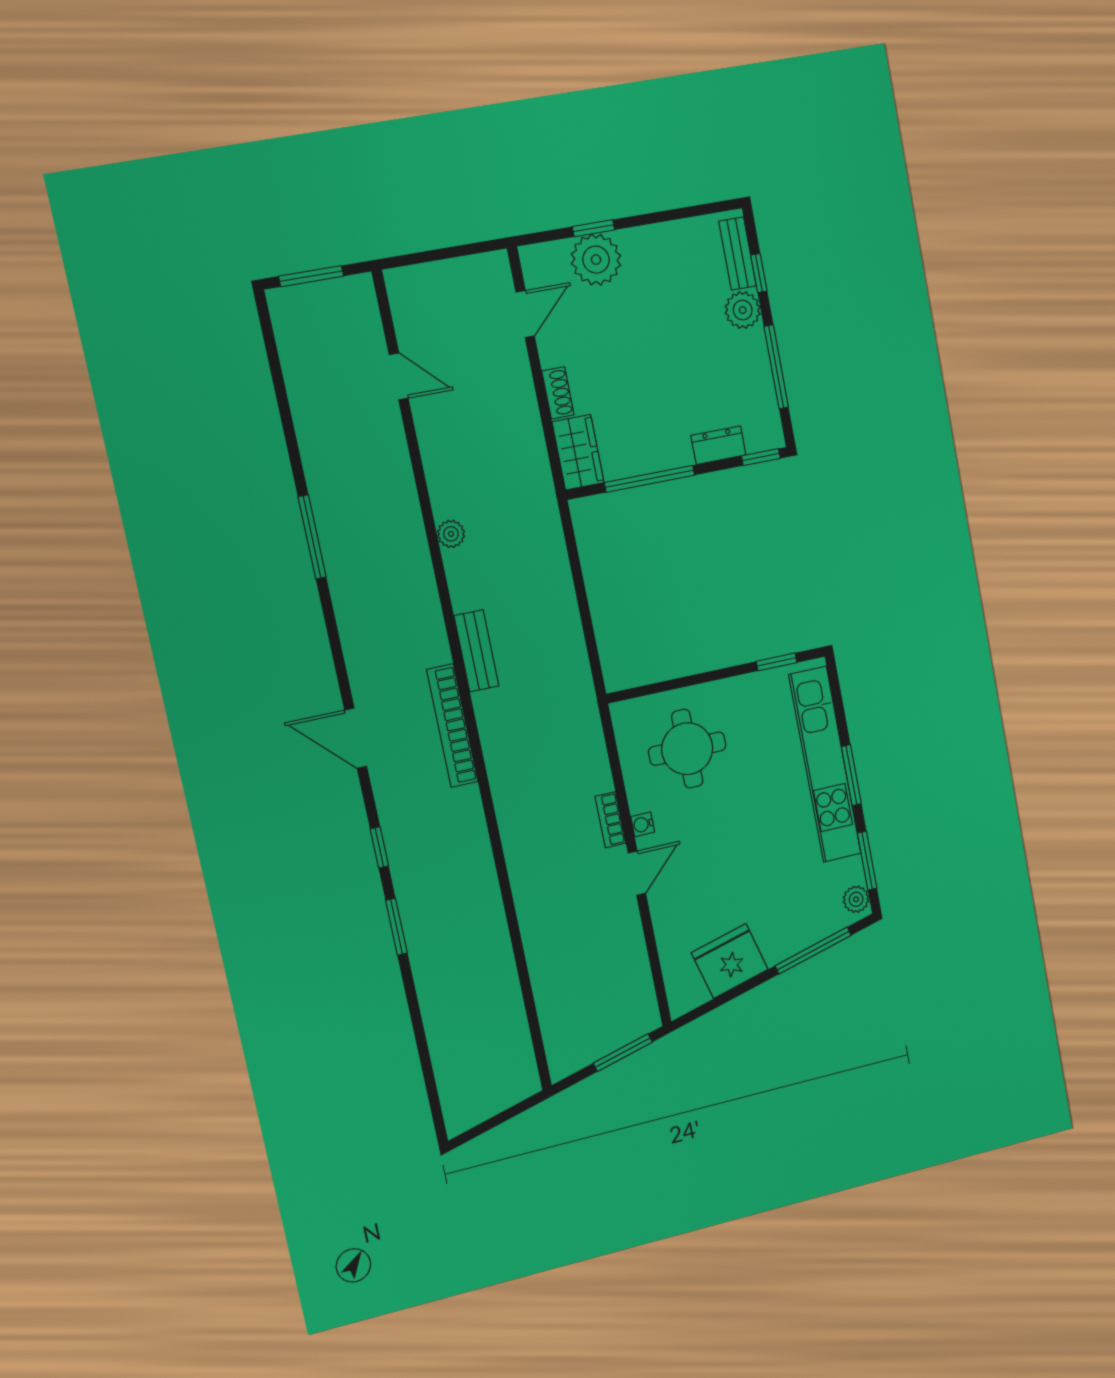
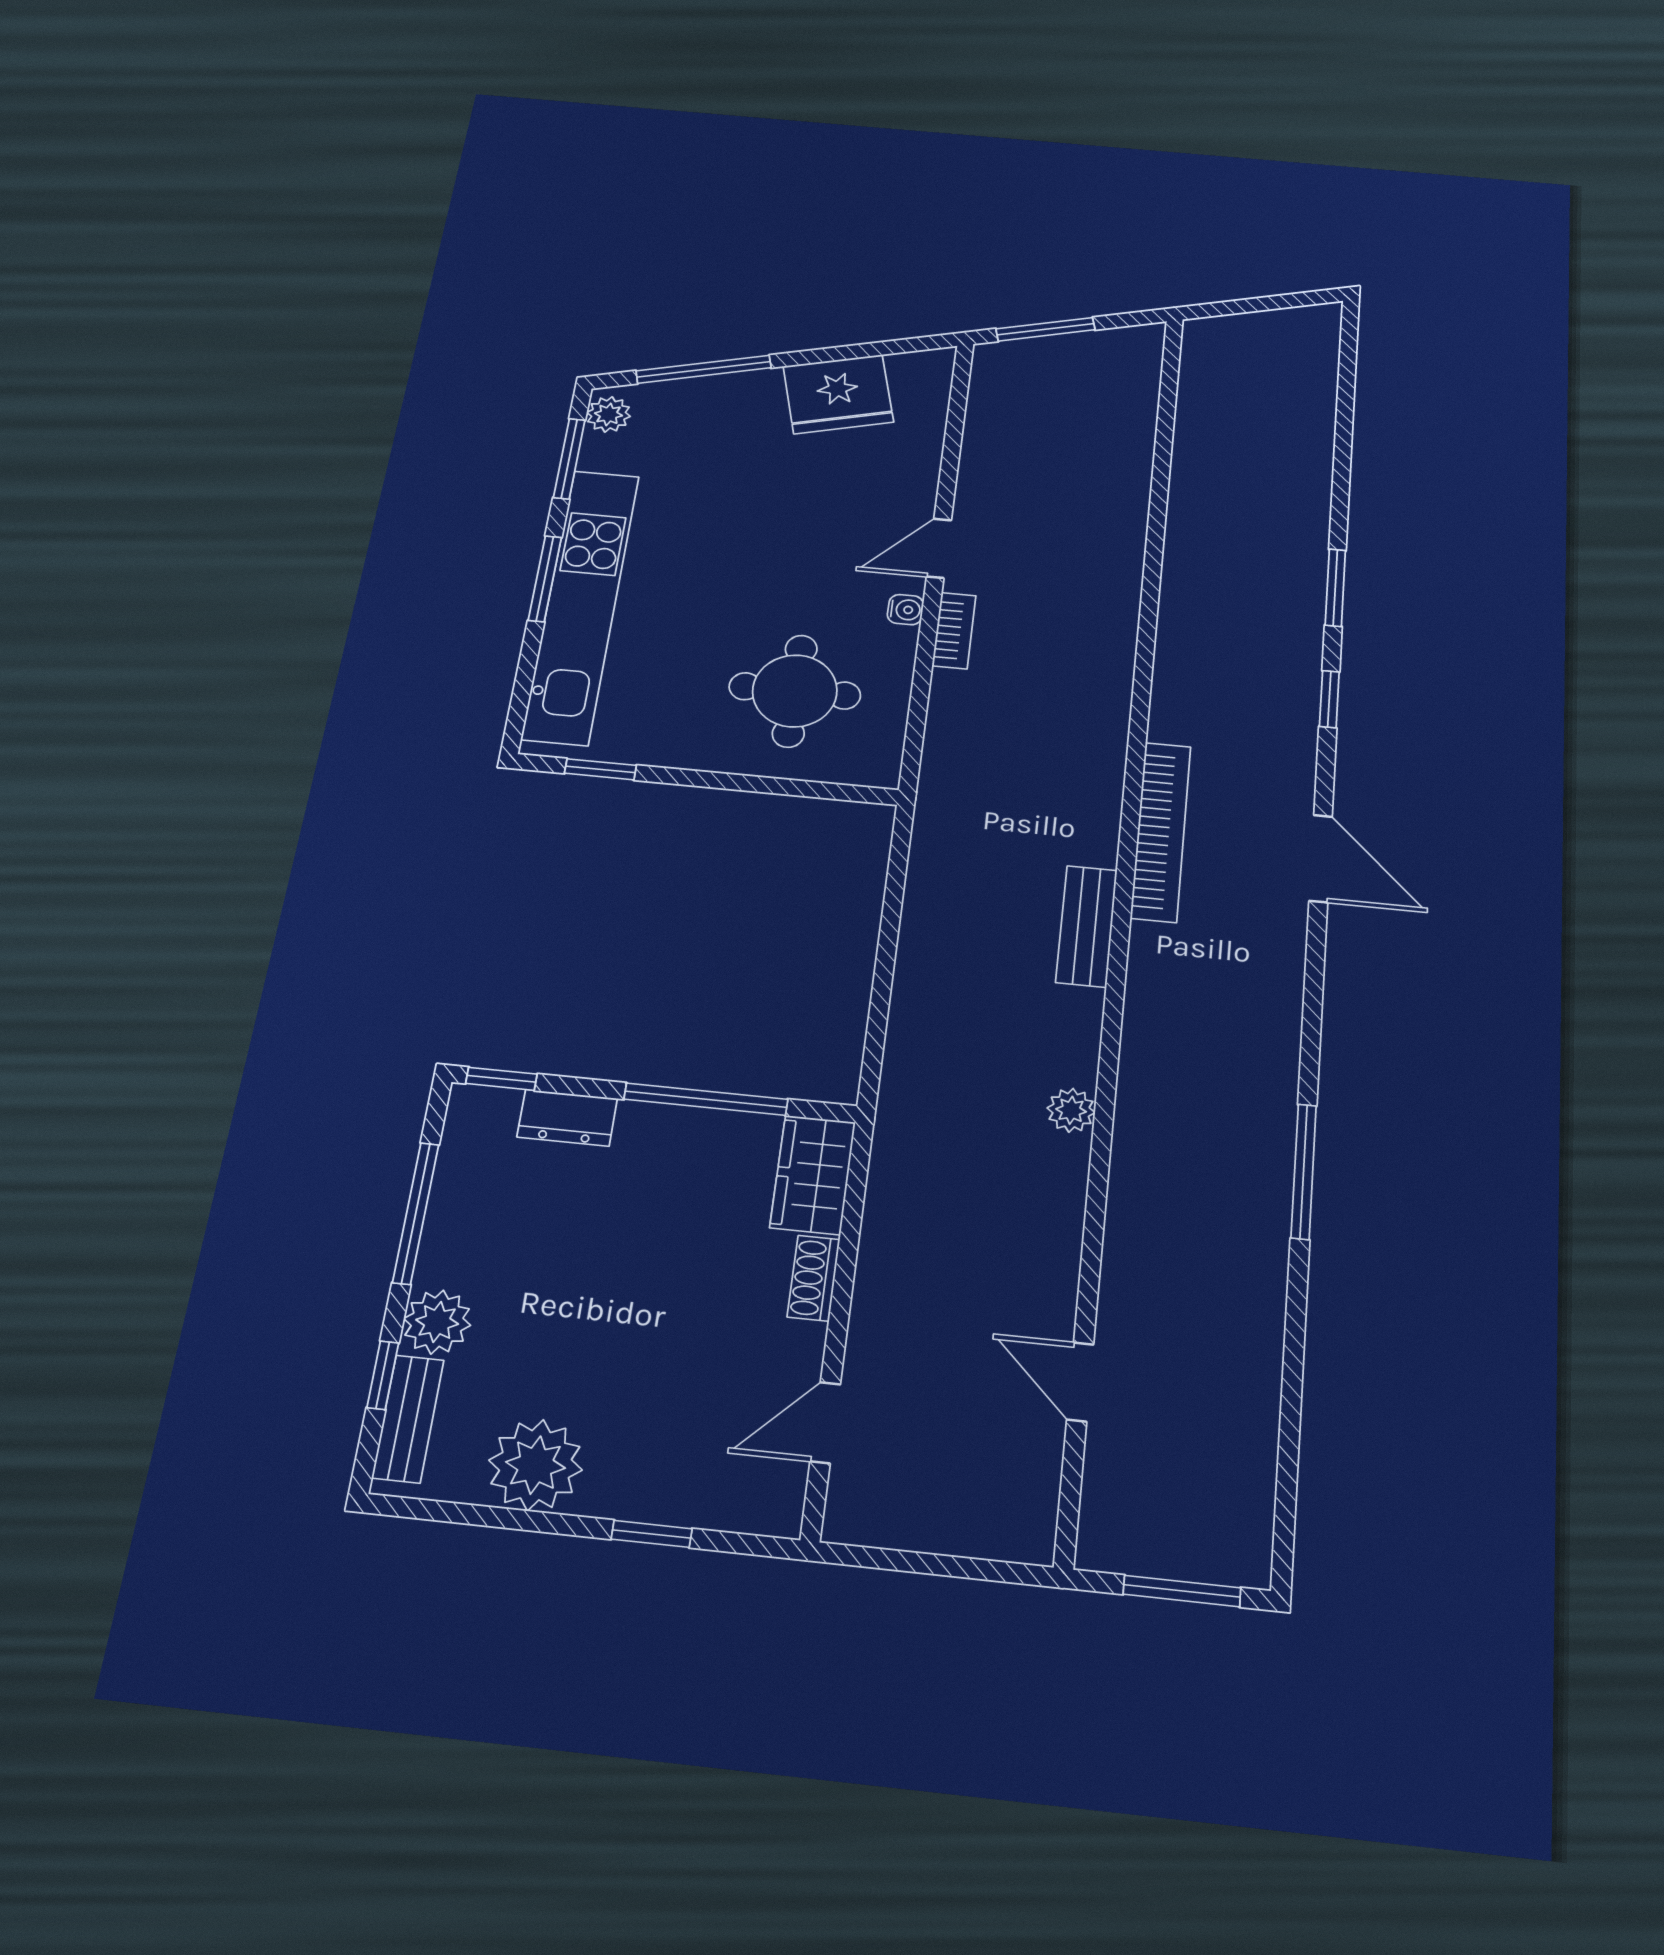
plant: (596, 260) -> (535, 1465), moved

